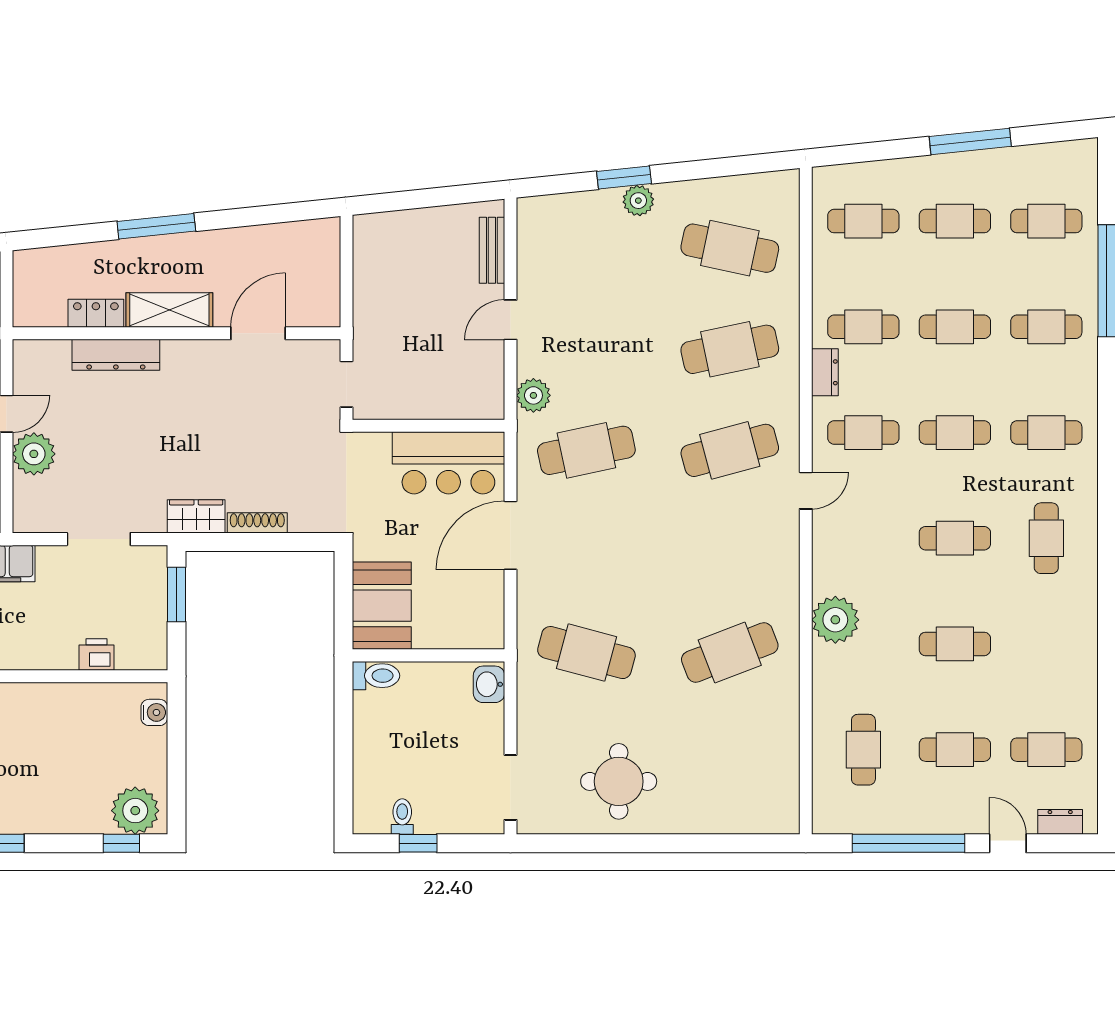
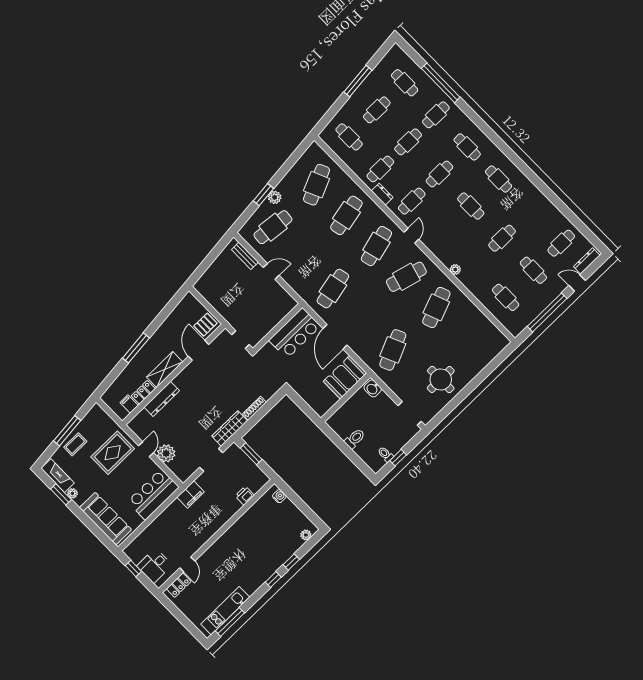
cafe table: (863, 221) -> (349, 137), turned 90
cafe table: (1046, 221) -> (405, 83), turned 90
cafe table: (586, 248) -> (273, 227), added
cafe table: (730, 248) -> (317, 185), turned -36
pallet: (312, 301) -> (206, 325), added
filing cabinet: (52, 310) -> (129, 404), added
door: (511, 320) -> (271, 271), swing flipped
plant: (533, 395) -> (301, 288), removed
cafe table: (1046, 433) -> (467, 147), turned 90
wardrobe: (196, 516) -> (230, 428), width x1.50
cafe table: (955, 538) -> (471, 206), turned 90
cafe table: (730, 551) -> (406, 277), added
booth: (382, 606) -> (345, 377), moved, turned 90
plant: (835, 620) -> (455, 270), width x0.53, depth x0.53
cafe table: (586, 653) -> (393, 350), turned -39
toilet: (376, 676) -> (355, 439), moved
cafe table: (955, 750) -> (533, 270), turned 90
plant: (135, 811) -> (306, 535), width x0.53, depth x0.53
dresser: (1060, 822) -> (587, 261), width x1.44
window: (121, 843) -> (291, 562), moved

